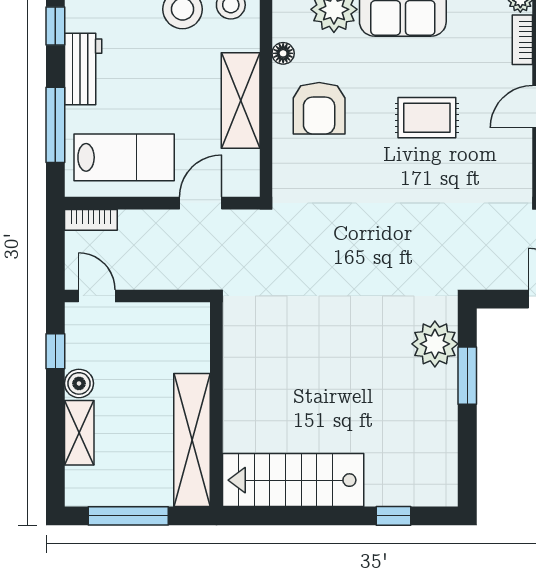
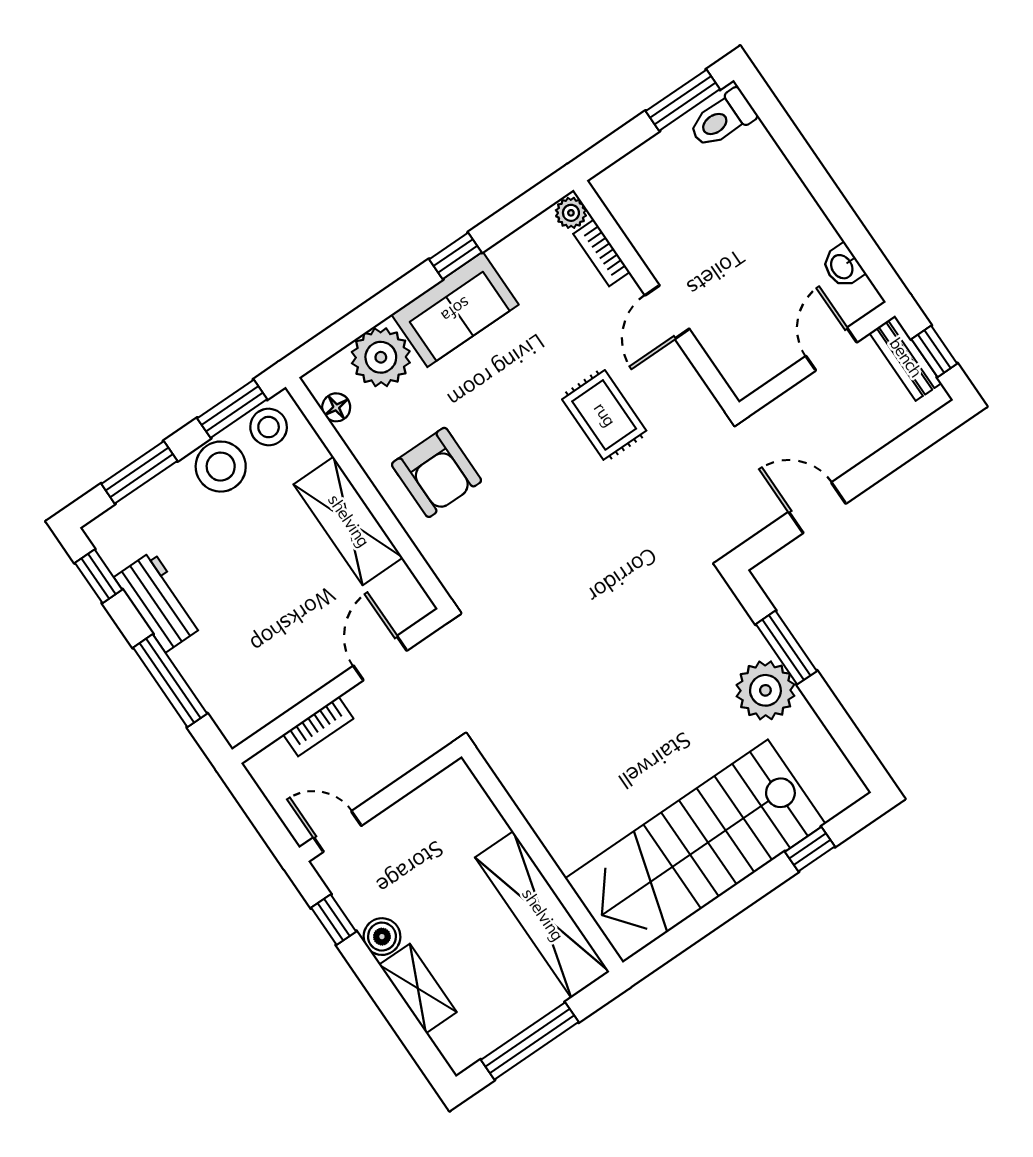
floor lamp: (283, 53) -> (336, 407), moved
rug: (427, 118) -> (604, 415), moved, turned 90
lab bench: (124, 157) -> (266, 665), removed
bookcase: (91, 220) -> (318, 726), moved
plant: (435, 344) -> (765, 690), moved
stairs: (293, 480) -> (695, 851), width x1.36, depth x1.51

